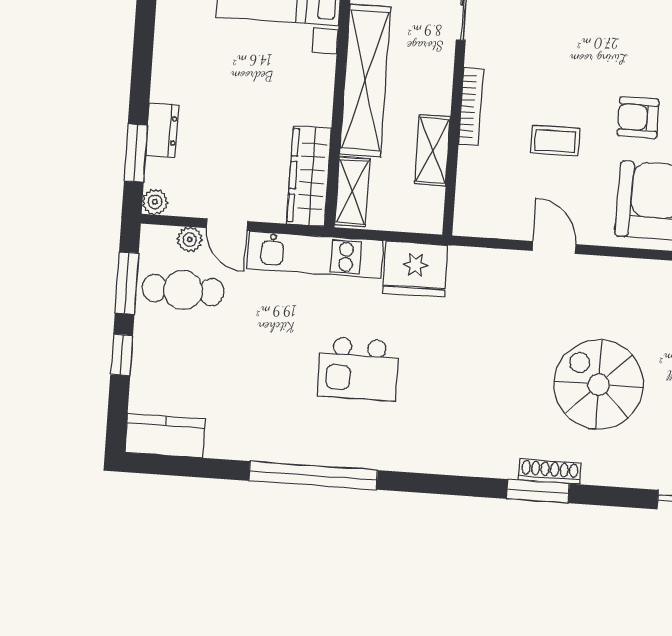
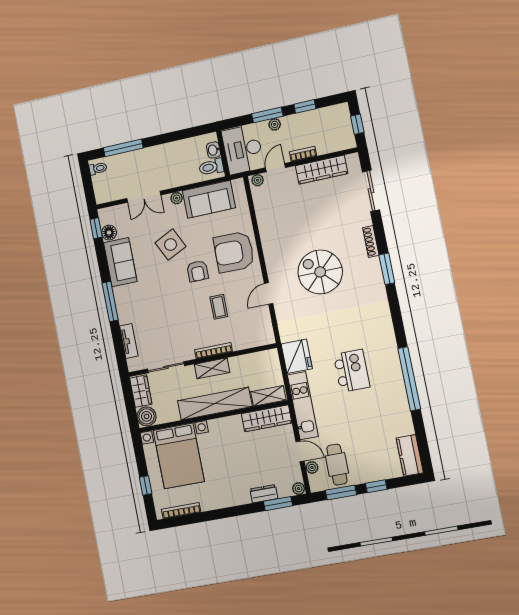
shelving: (433, 150) -> (212, 368), moved
door: (227, 225) -> (300, 451), hinge flipped
spiral stairs: (599, 384) -> (320, 272), moved, turned 90
shoe rack: (550, 472) -> (371, 241), moved

